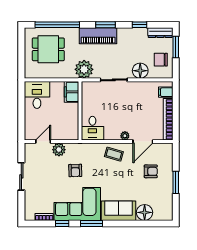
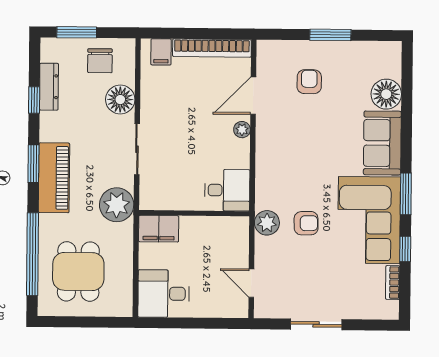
dresser: (160, 33) -> (49, 87), moved
door: (143, 142) -> (253, 96), swing flipped
plant: (59, 150) -> (267, 223), moved
coffee table: (114, 154) -> (276, 150), removed

